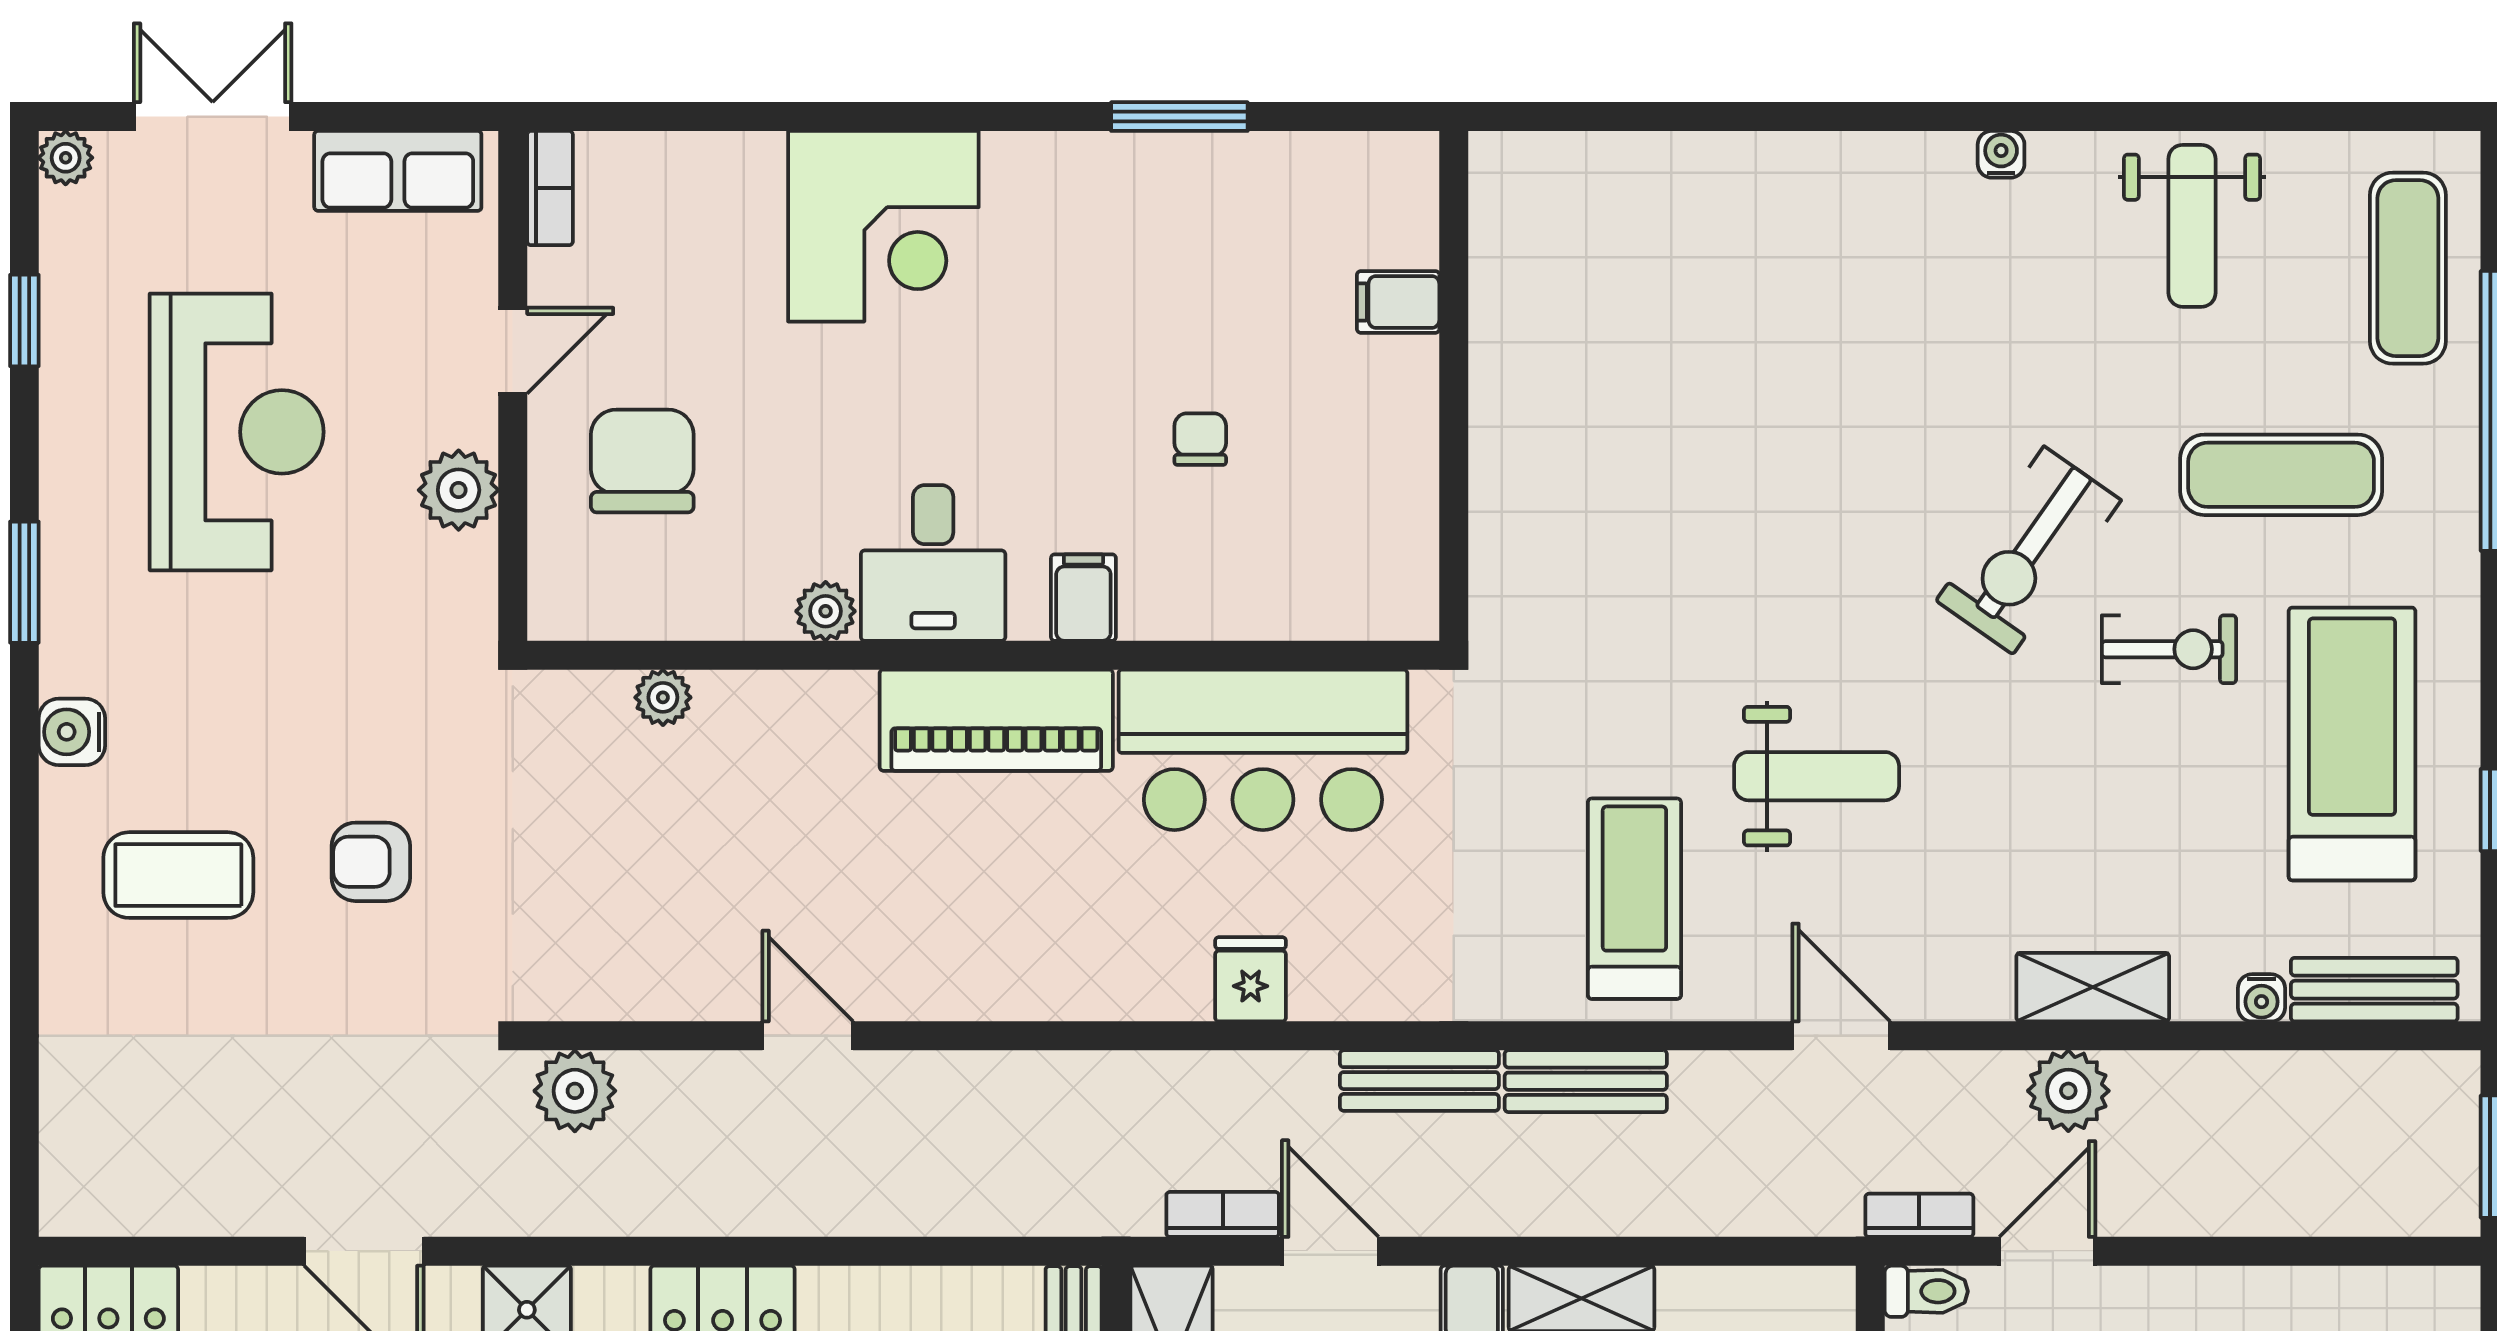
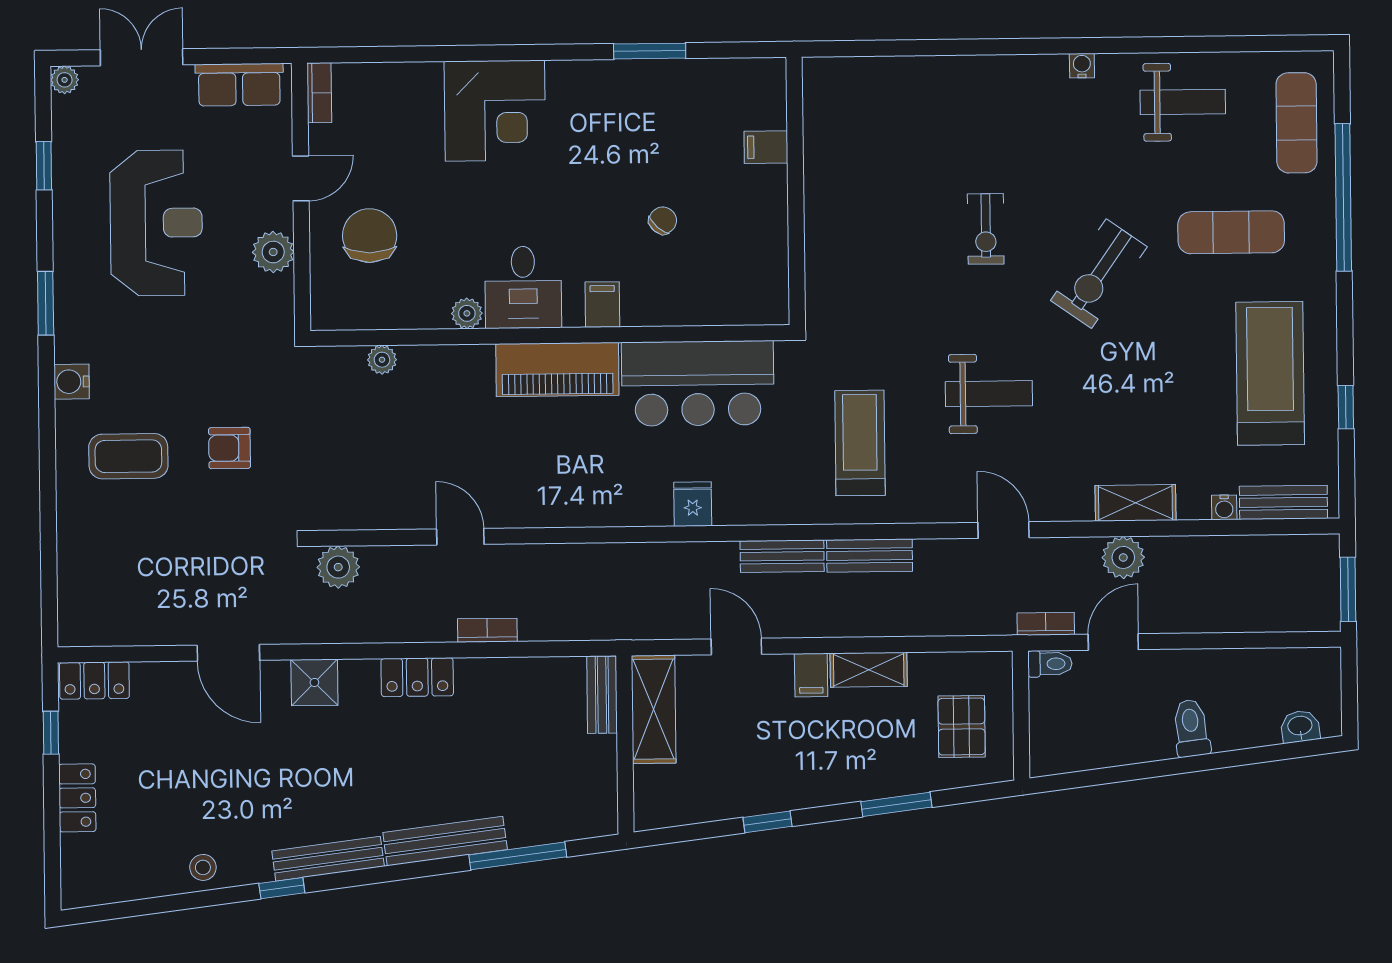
weight bench: (2192, 226) -> (1183, 102), turned -90
chair: (1200, 439) -> (663, 220), turned 42
exercise bike: (2169, 649) -> (986, 229), moved, turned 90
treadmill: (1634, 899) -> (860, 443), moved
bookcase: (1223, 1214) -> (487, 630), moved

